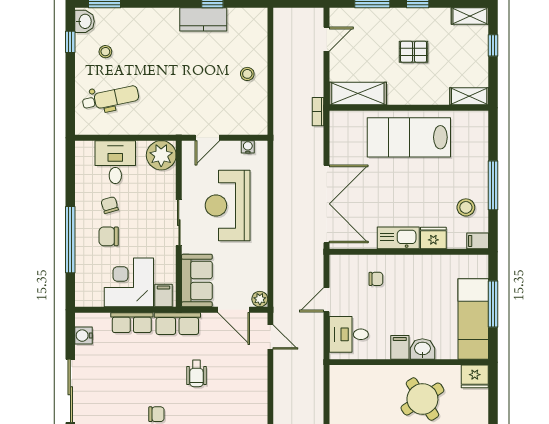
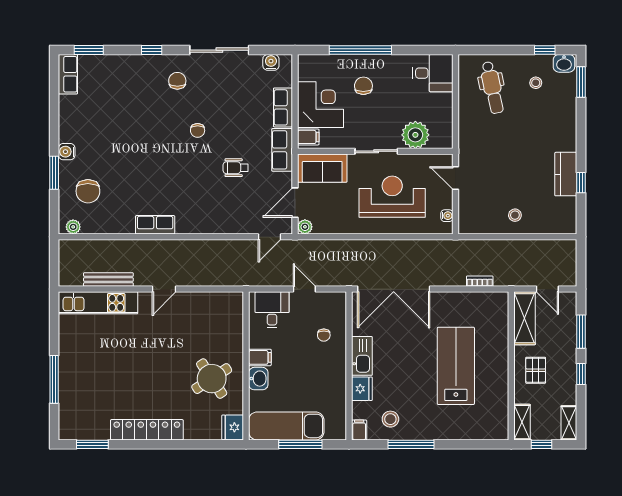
shelving: (358, 94) -> (525, 318), moved
shelving: (469, 96) -> (522, 422), moved
wall: (409, 108) -> (511, 366), moved
plant: (161, 155) -> (415, 135), moved
desk: (115, 162) -> (433, 73), moved
chair: (110, 205) -> (393, 87), removed

